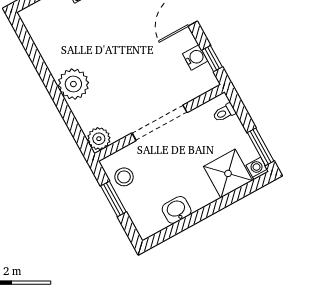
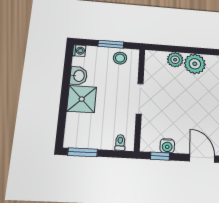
doorway: (159, 123) -> (140, 99), width x0.73
plant: (99, 139) -> (175, 60), moved
washing machine: (257, 168) -> (79, 51), moved
shower: (228, 173) -> (82, 99), moved

